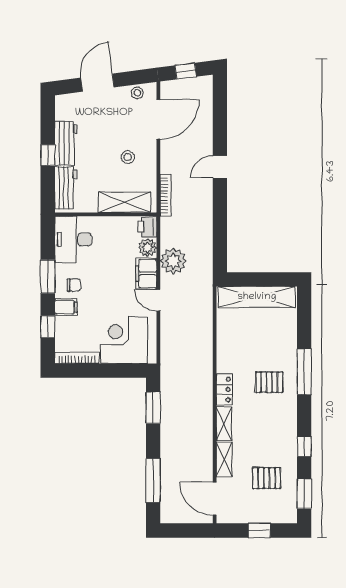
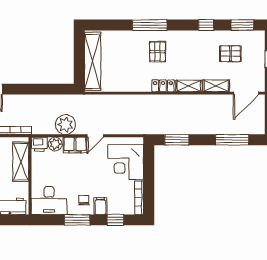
pallet: (267, 478) -> (230, 54), turned 90

